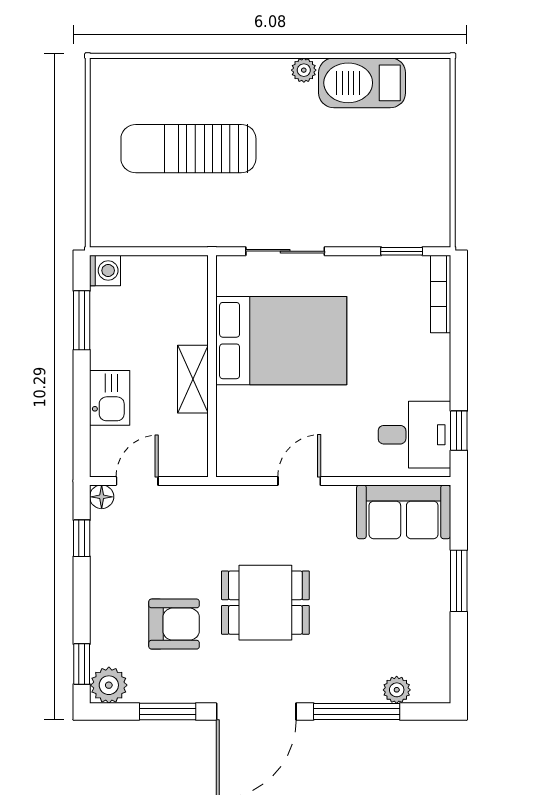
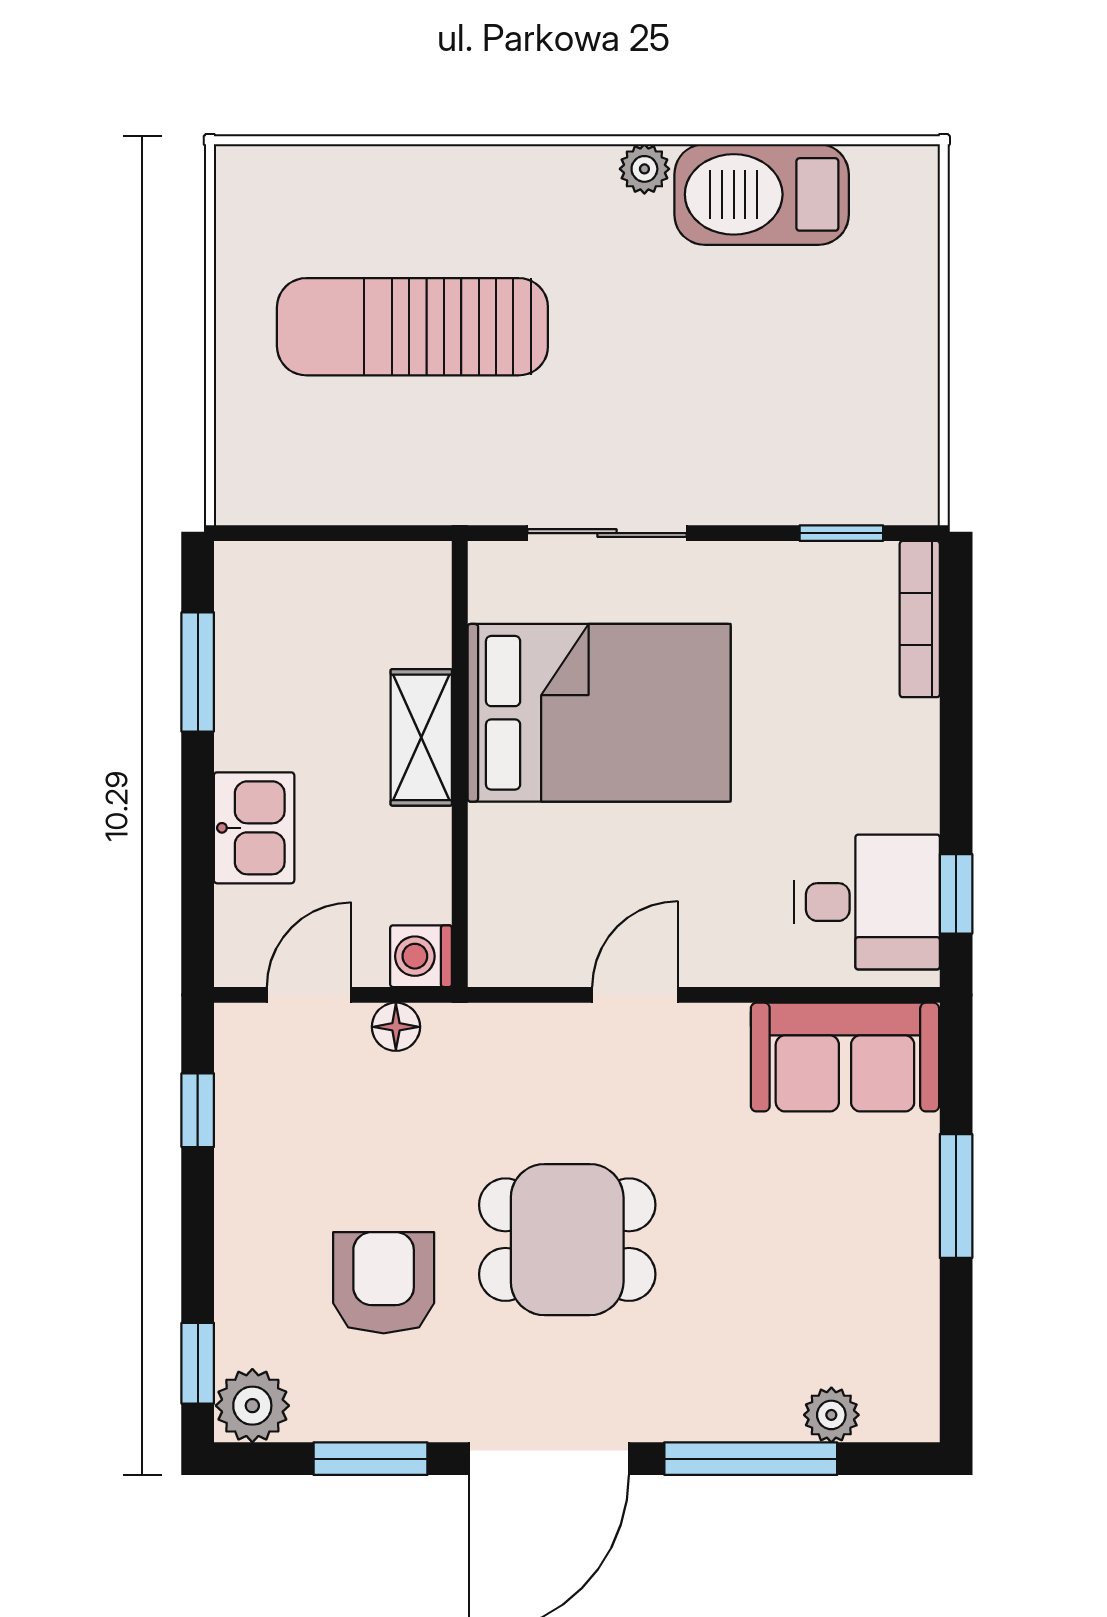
washing machine: (105, 270) -> (421, 956), moved, turned 180
shelving: (193, 379) -> (421, 737), moved
floor lamp: (102, 497) -> (396, 1027), moved
armchair: (174, 624) -> (384, 1283), turned -90

